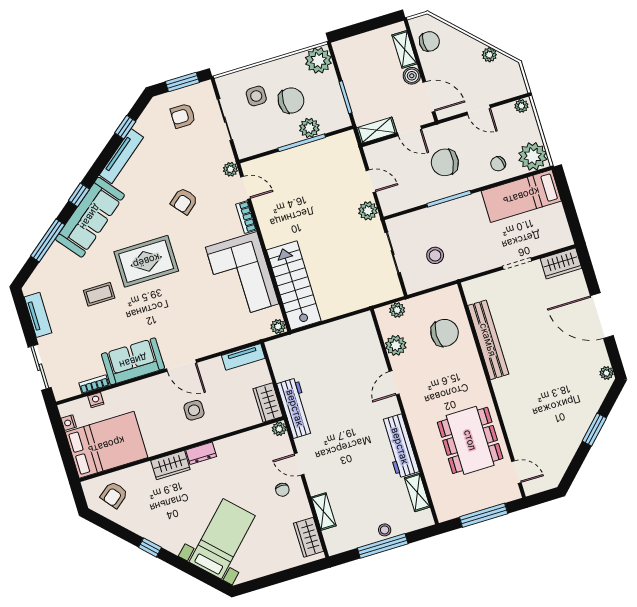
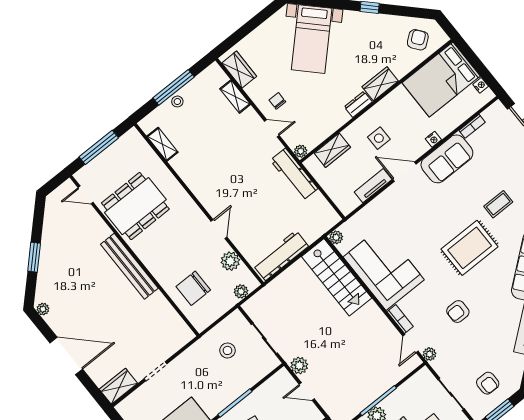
armchair: (183, 116) -> (488, 383), turned 90
door: (246, 188) -> (410, 344), hinge flipped
armchair: (184, 201) -> (458, 312), turned -140
bench: (488, 340) -> (129, 266), moved
tv unit: (243, 357) -> (373, 186), moved
nightstand: (96, 400) -> (433, 139), moved
wardrobe: (268, 403) -> (332, 150), moved, turned 90
dining table: (470, 440) -> (135, 206), turned 90
workbench: (400, 446) -> (281, 256), moved, turned -90

